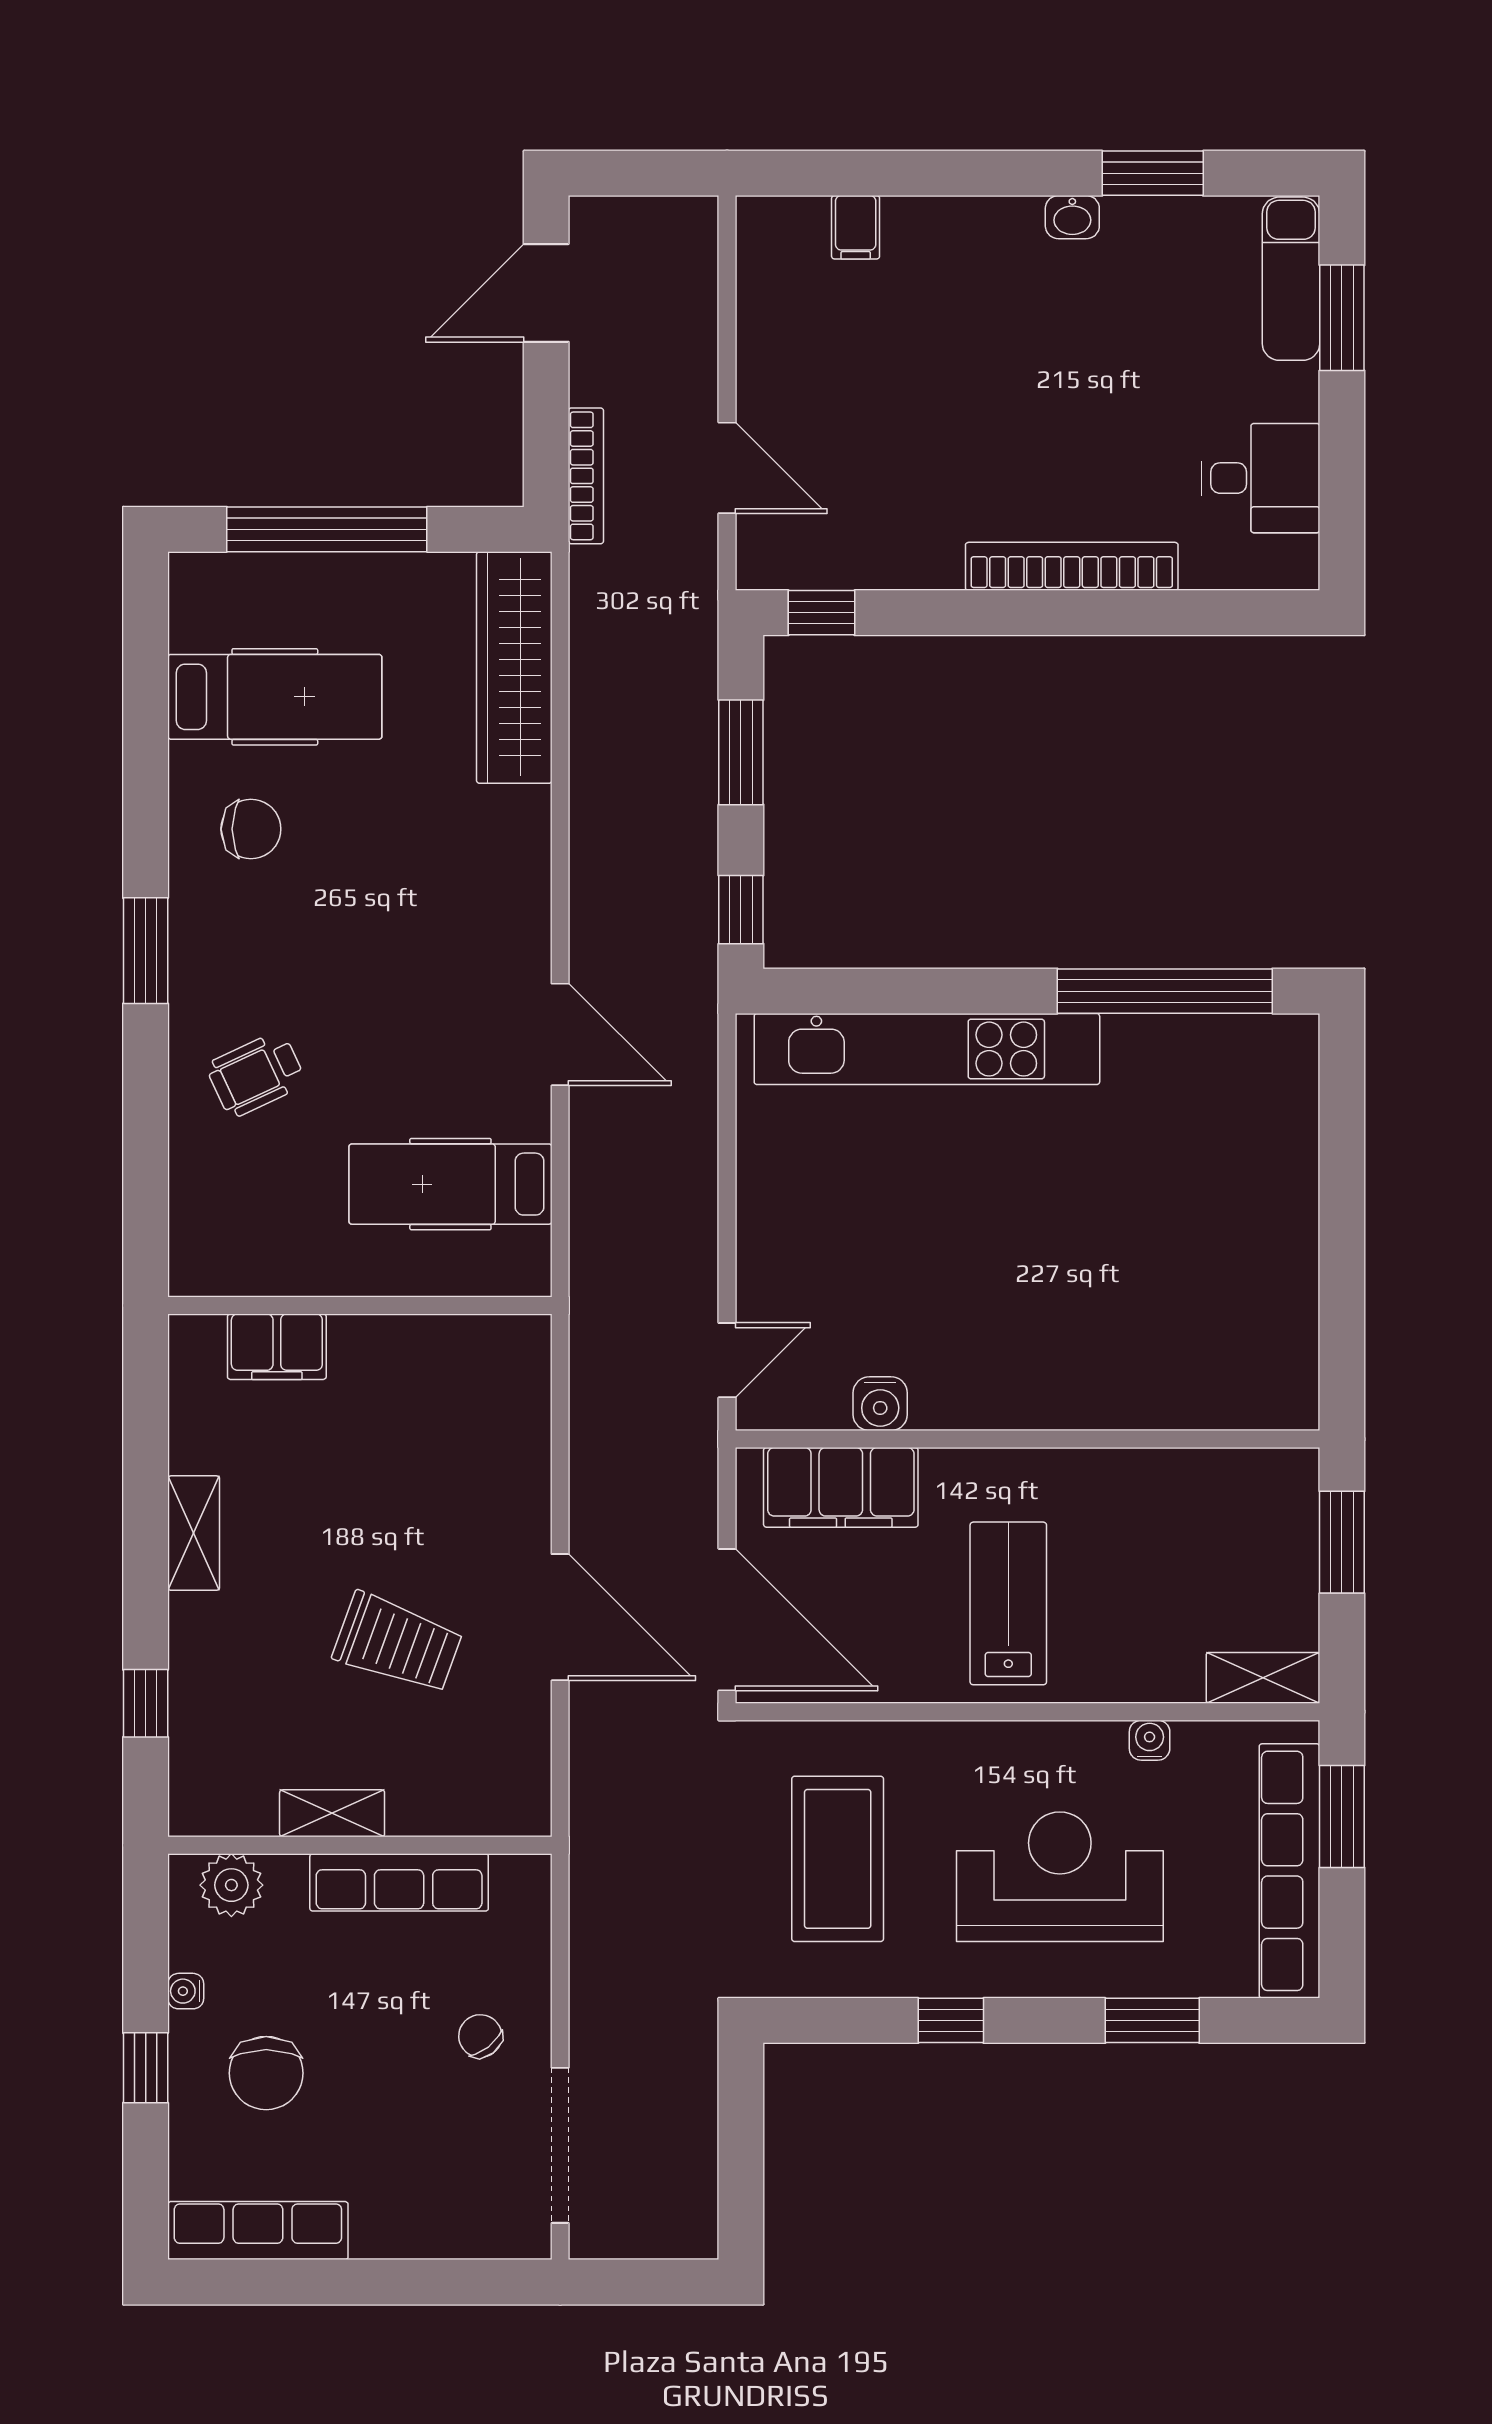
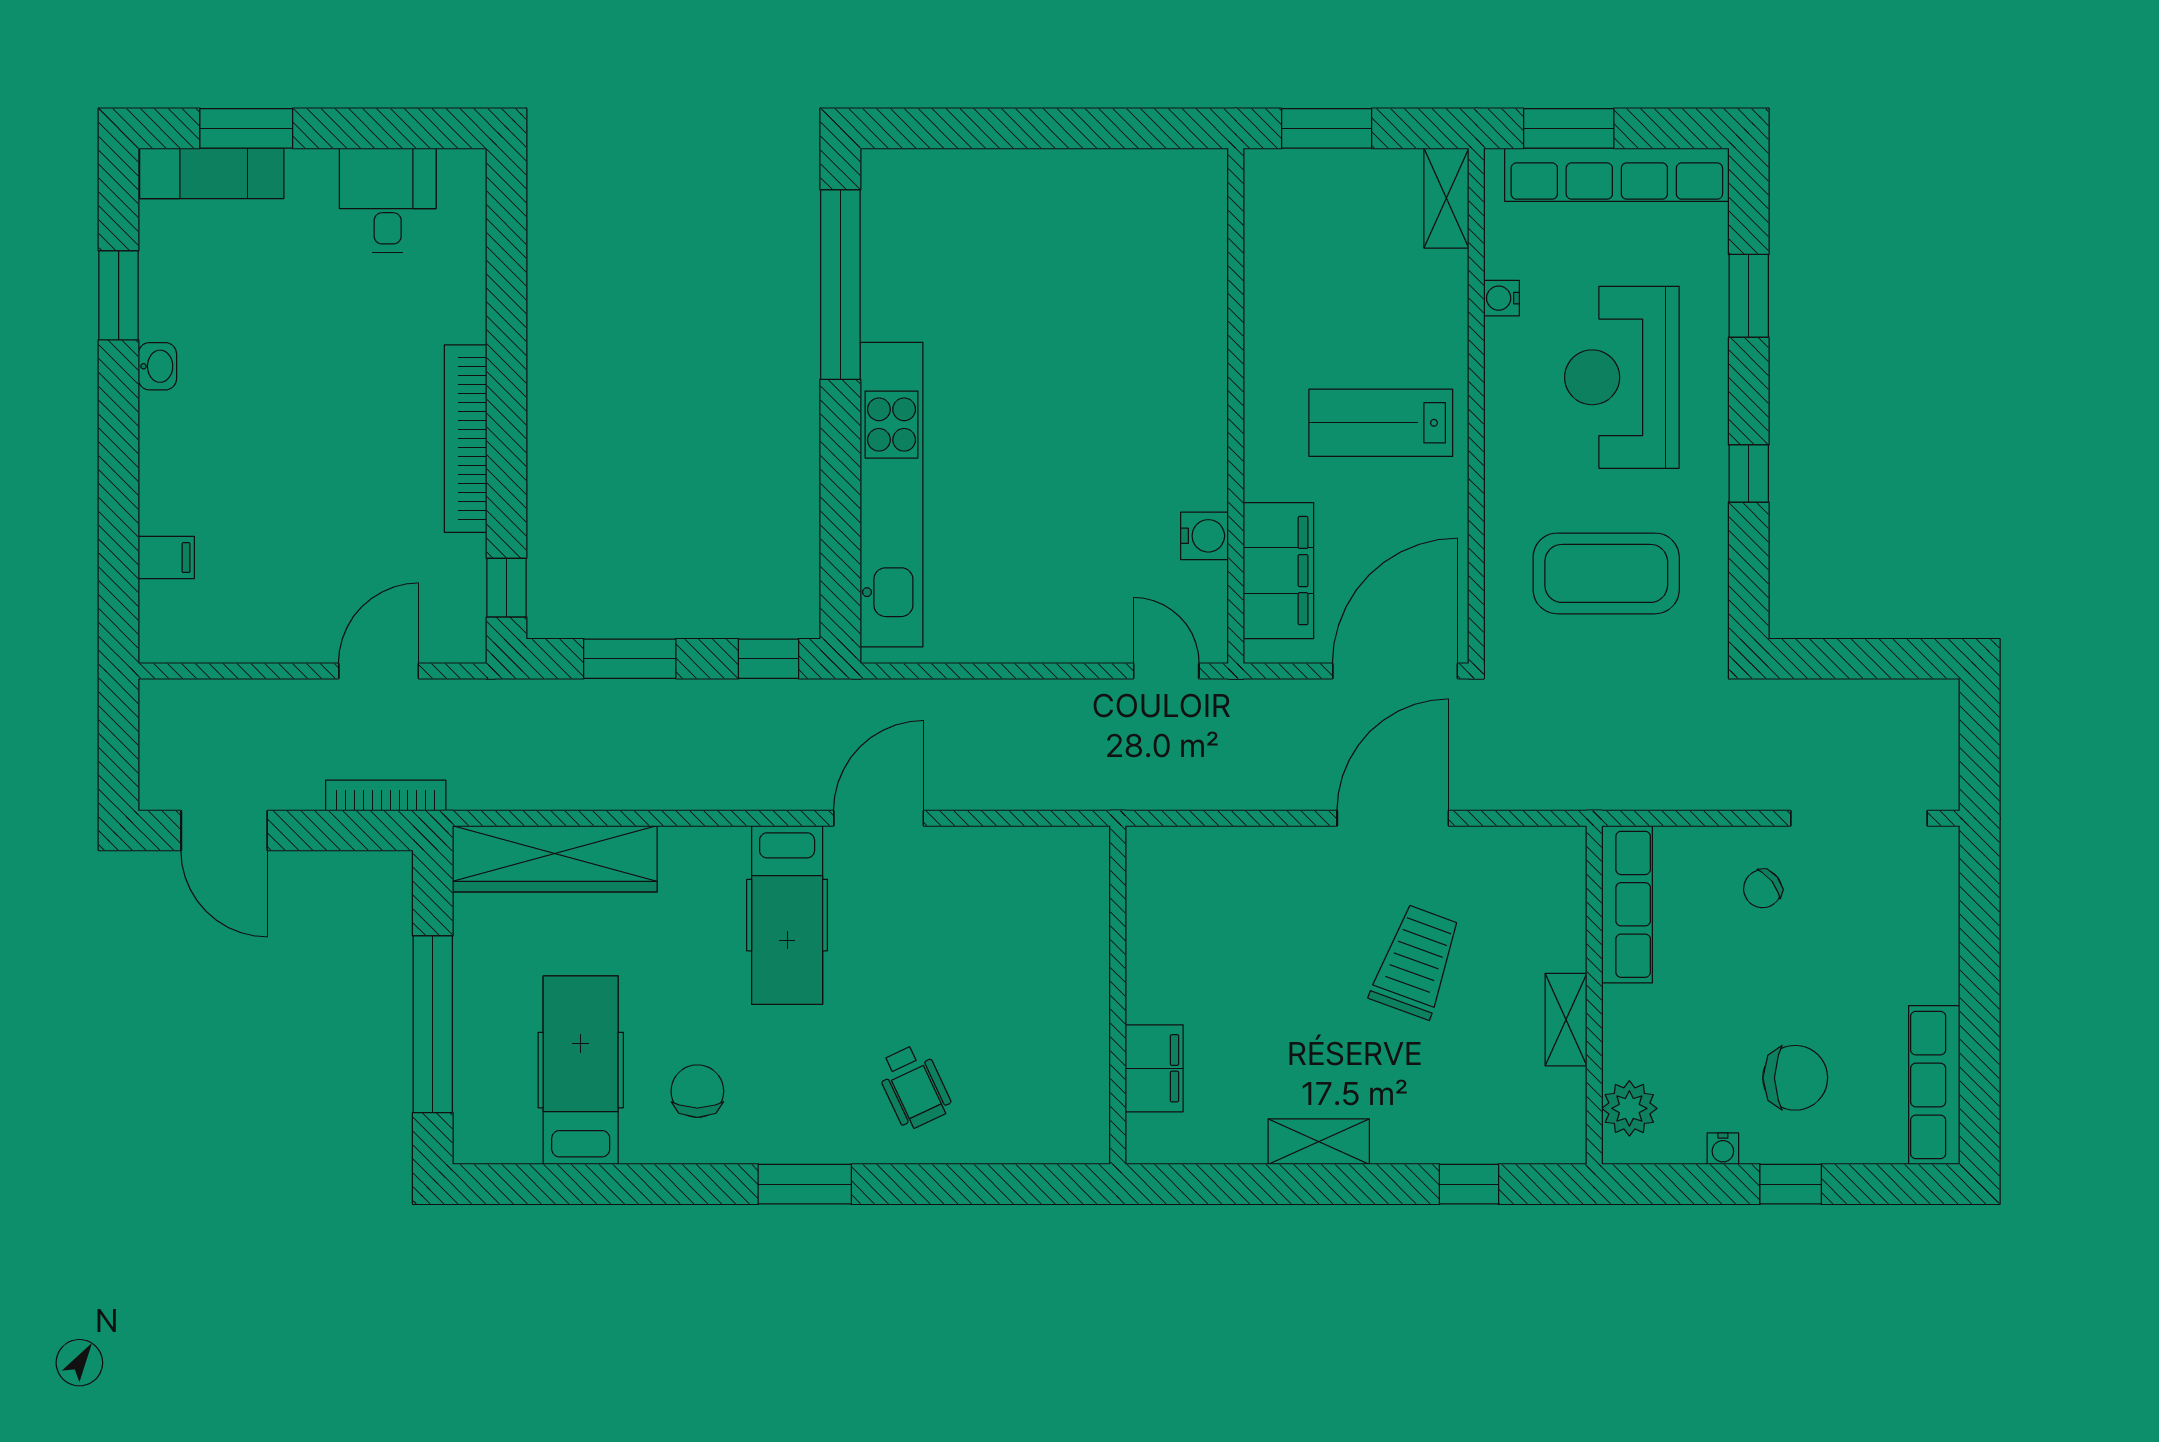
bookcase: (1072, 566) -> (466, 439), moved
hospital bed: (450, 1184) -> (787, 915), moved
row of seats: (399, 1882) -> (1627, 904), moved

